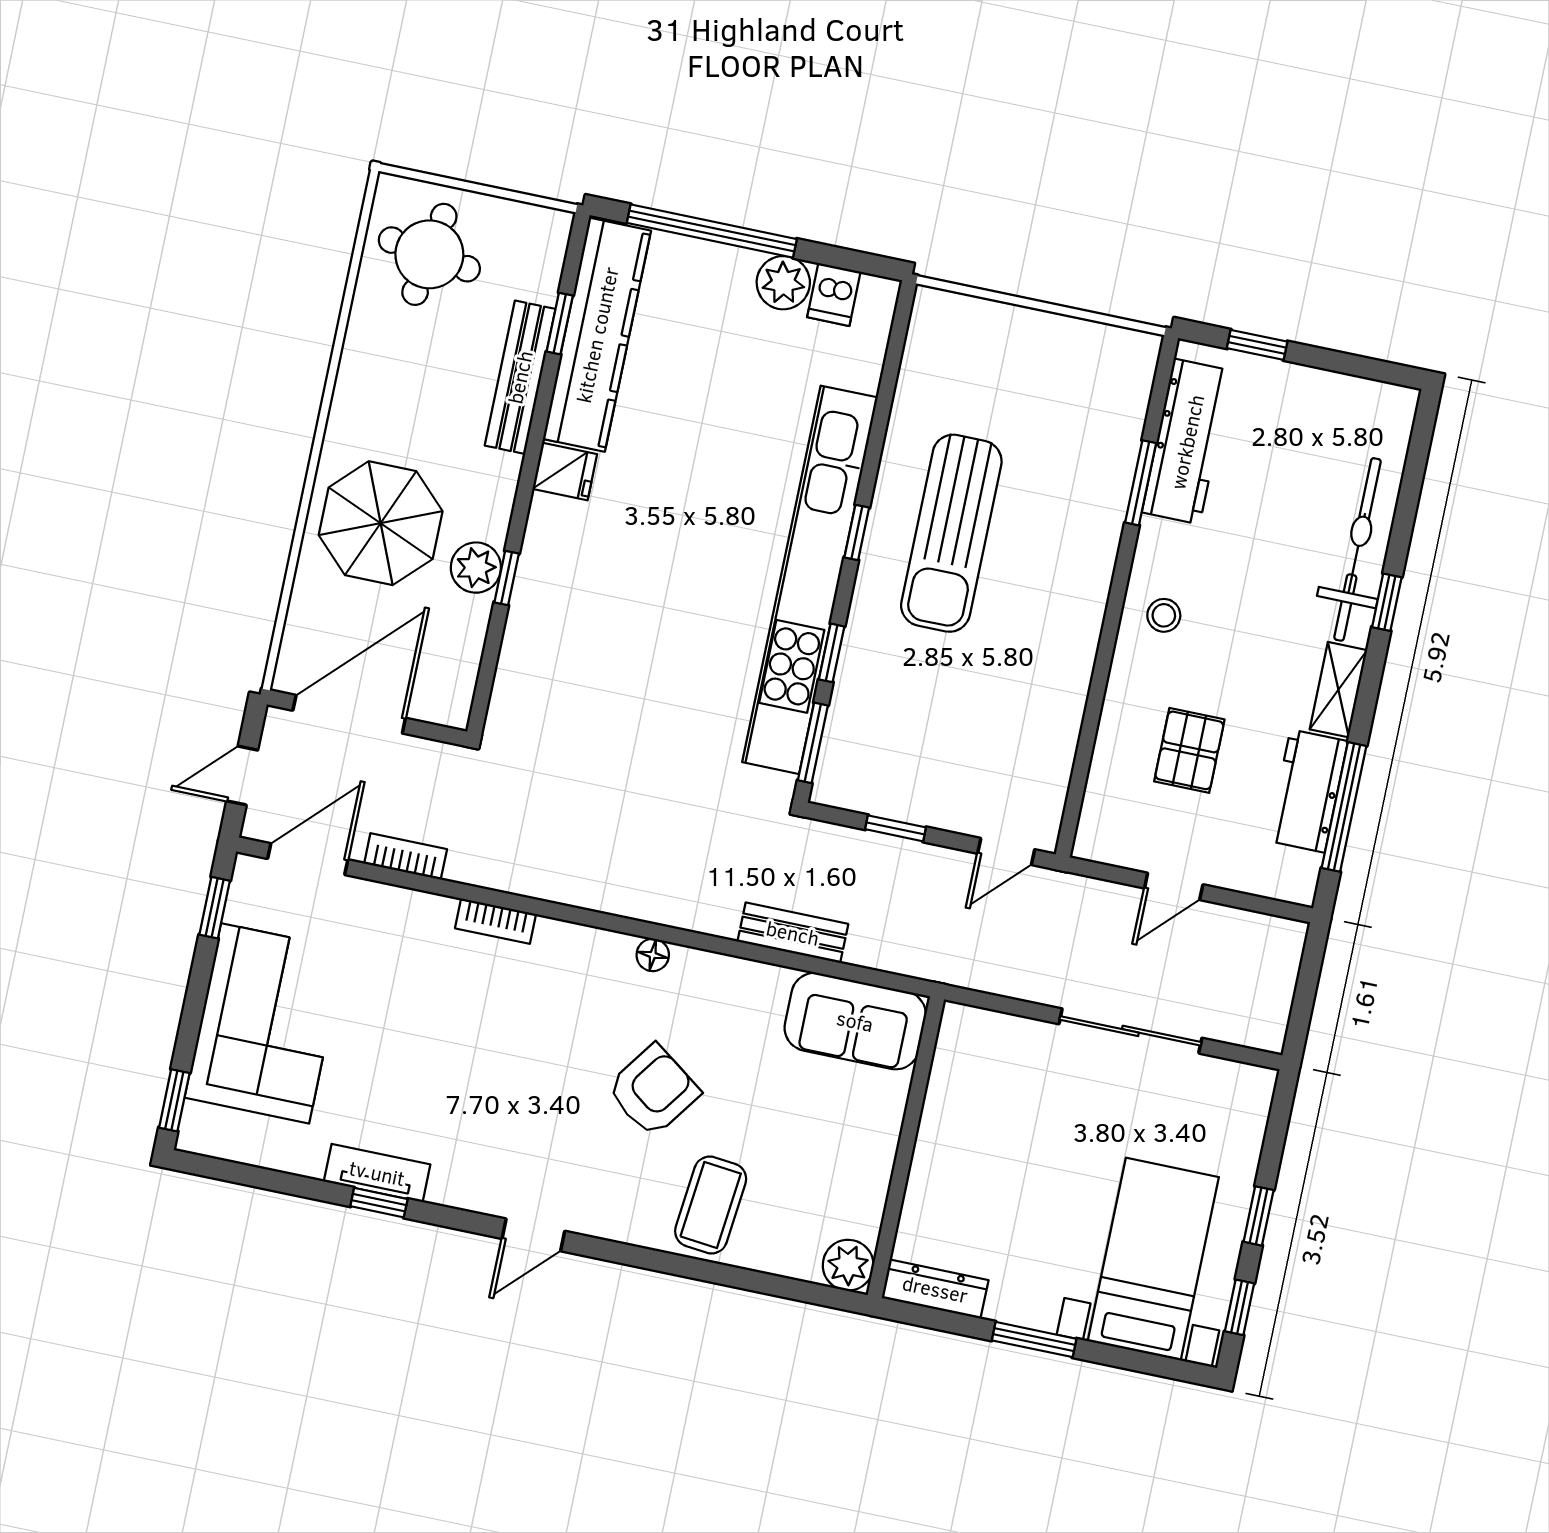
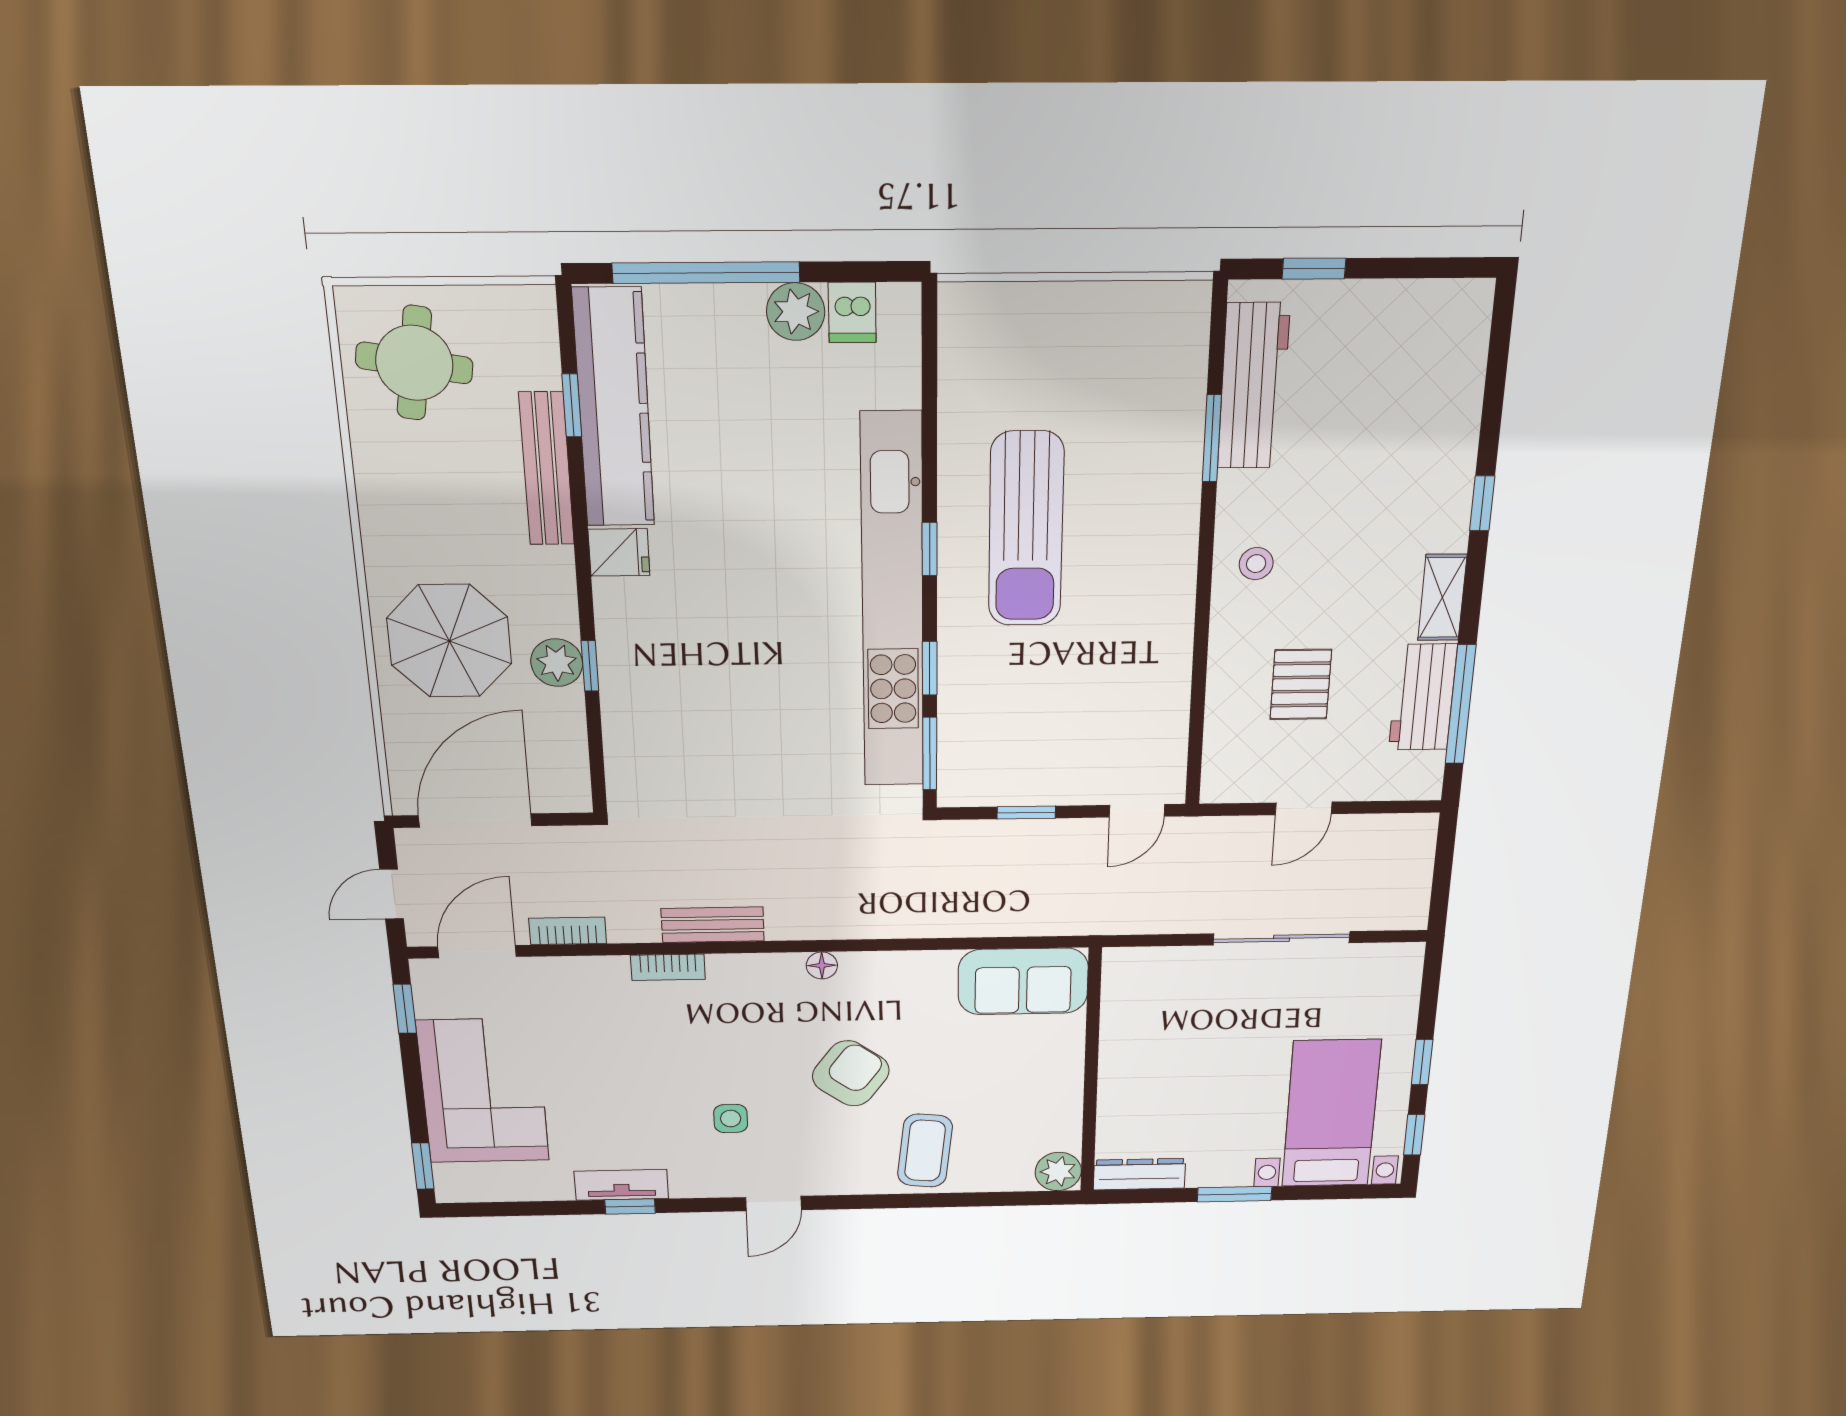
bicycle: (1357, 549) -> (1446, 458), removed
bench: (793, 933) -> (713, 925), moved
side table: (514, 1117) -> (731, 1119), added

